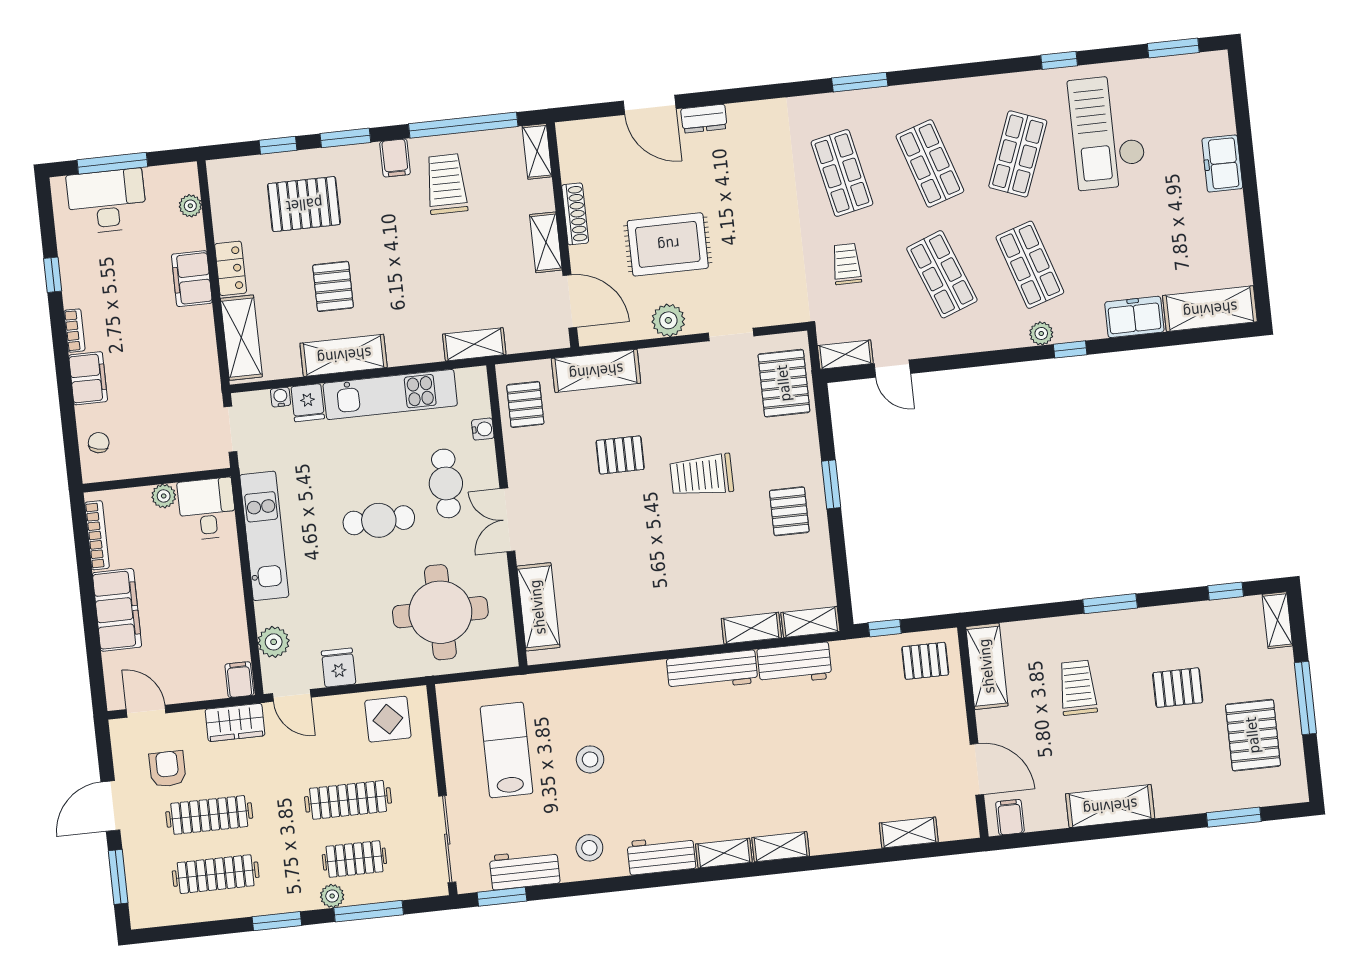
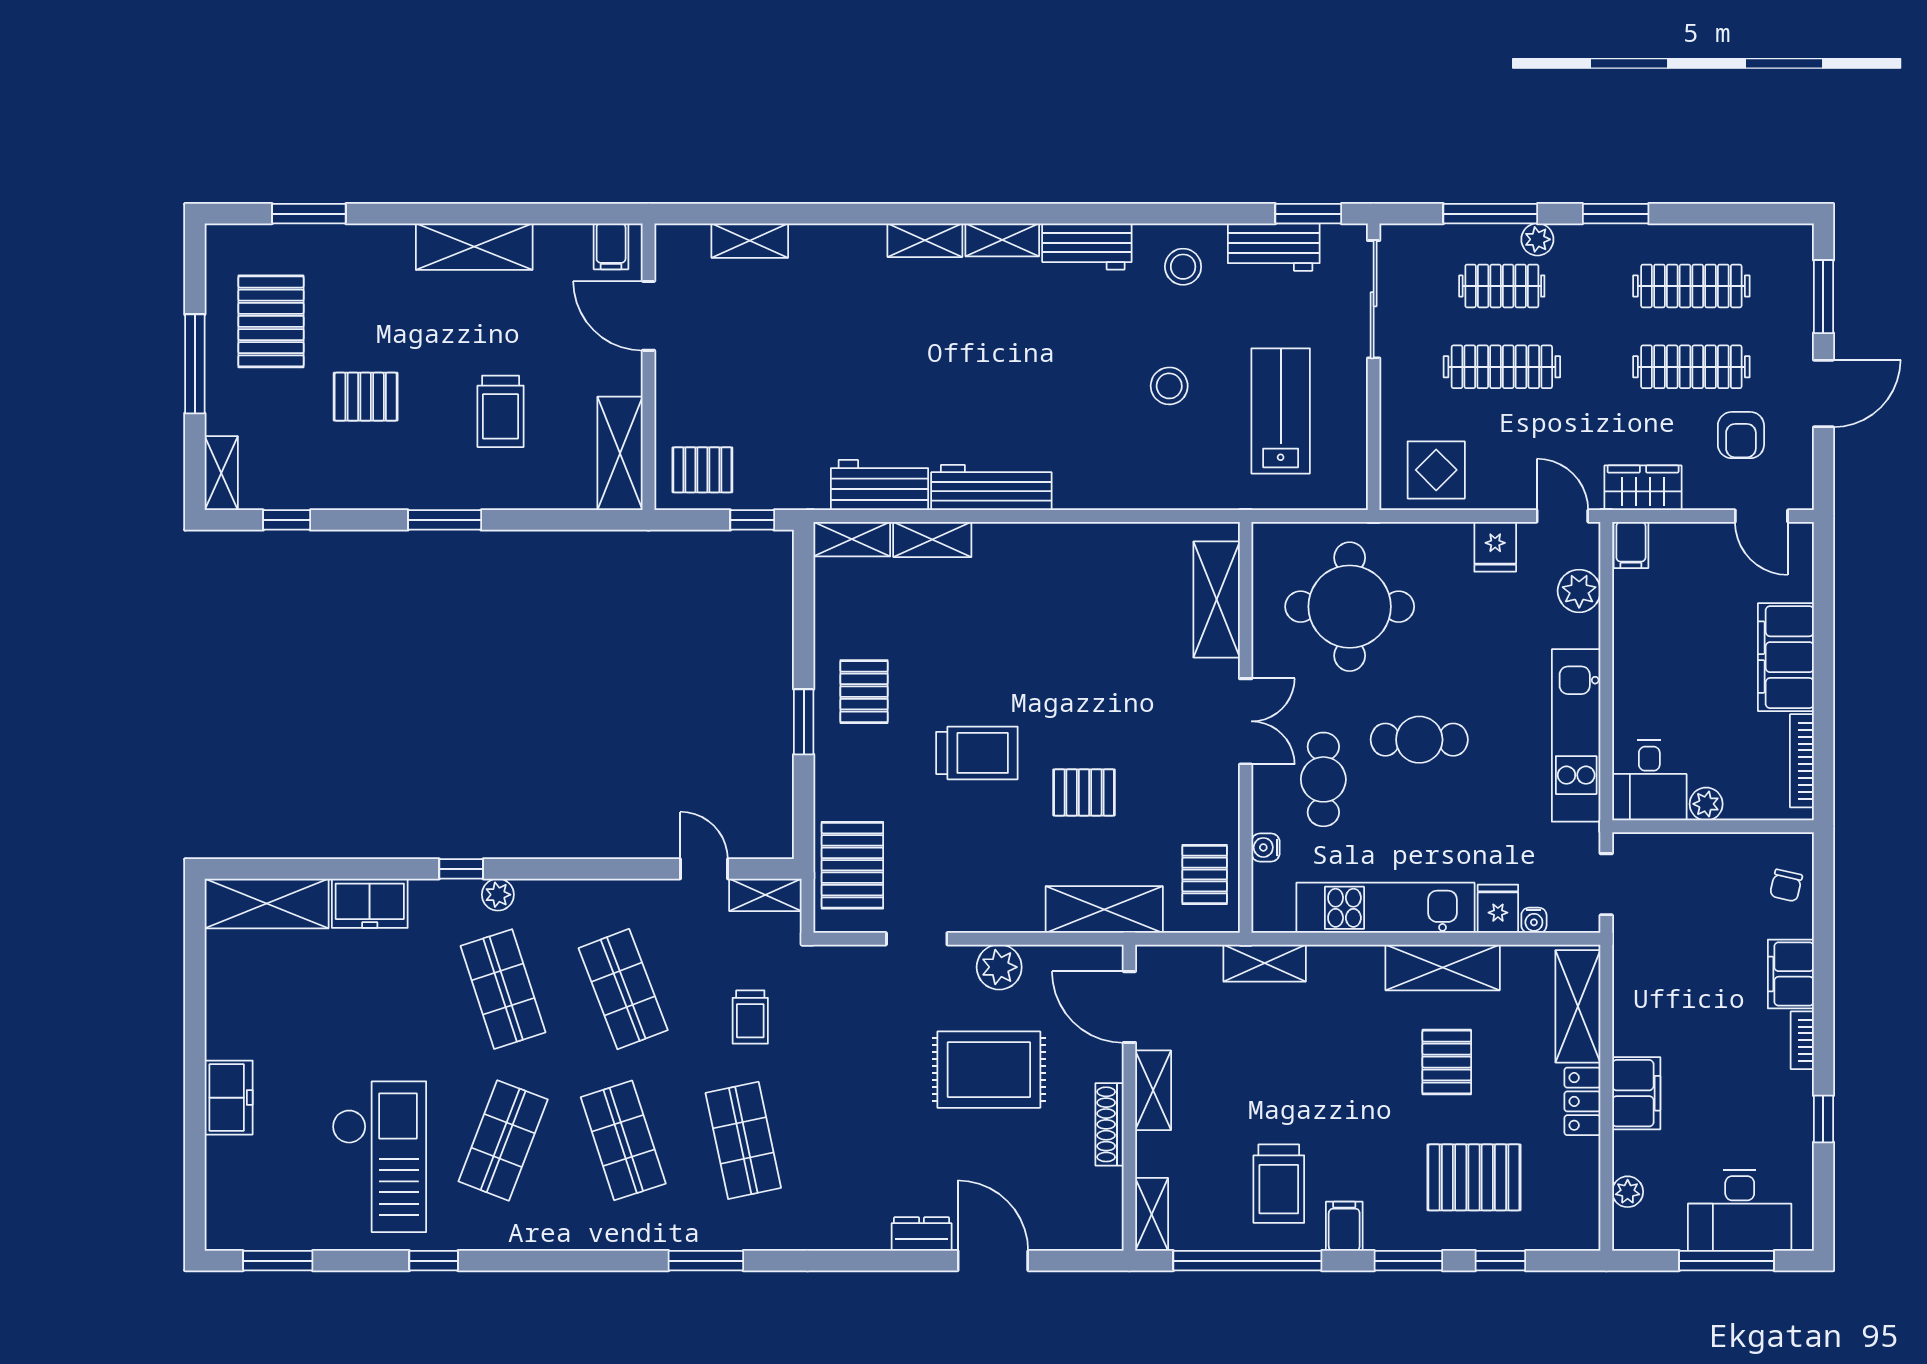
lab bench: (507, 750) -> (1281, 411), turned 180

